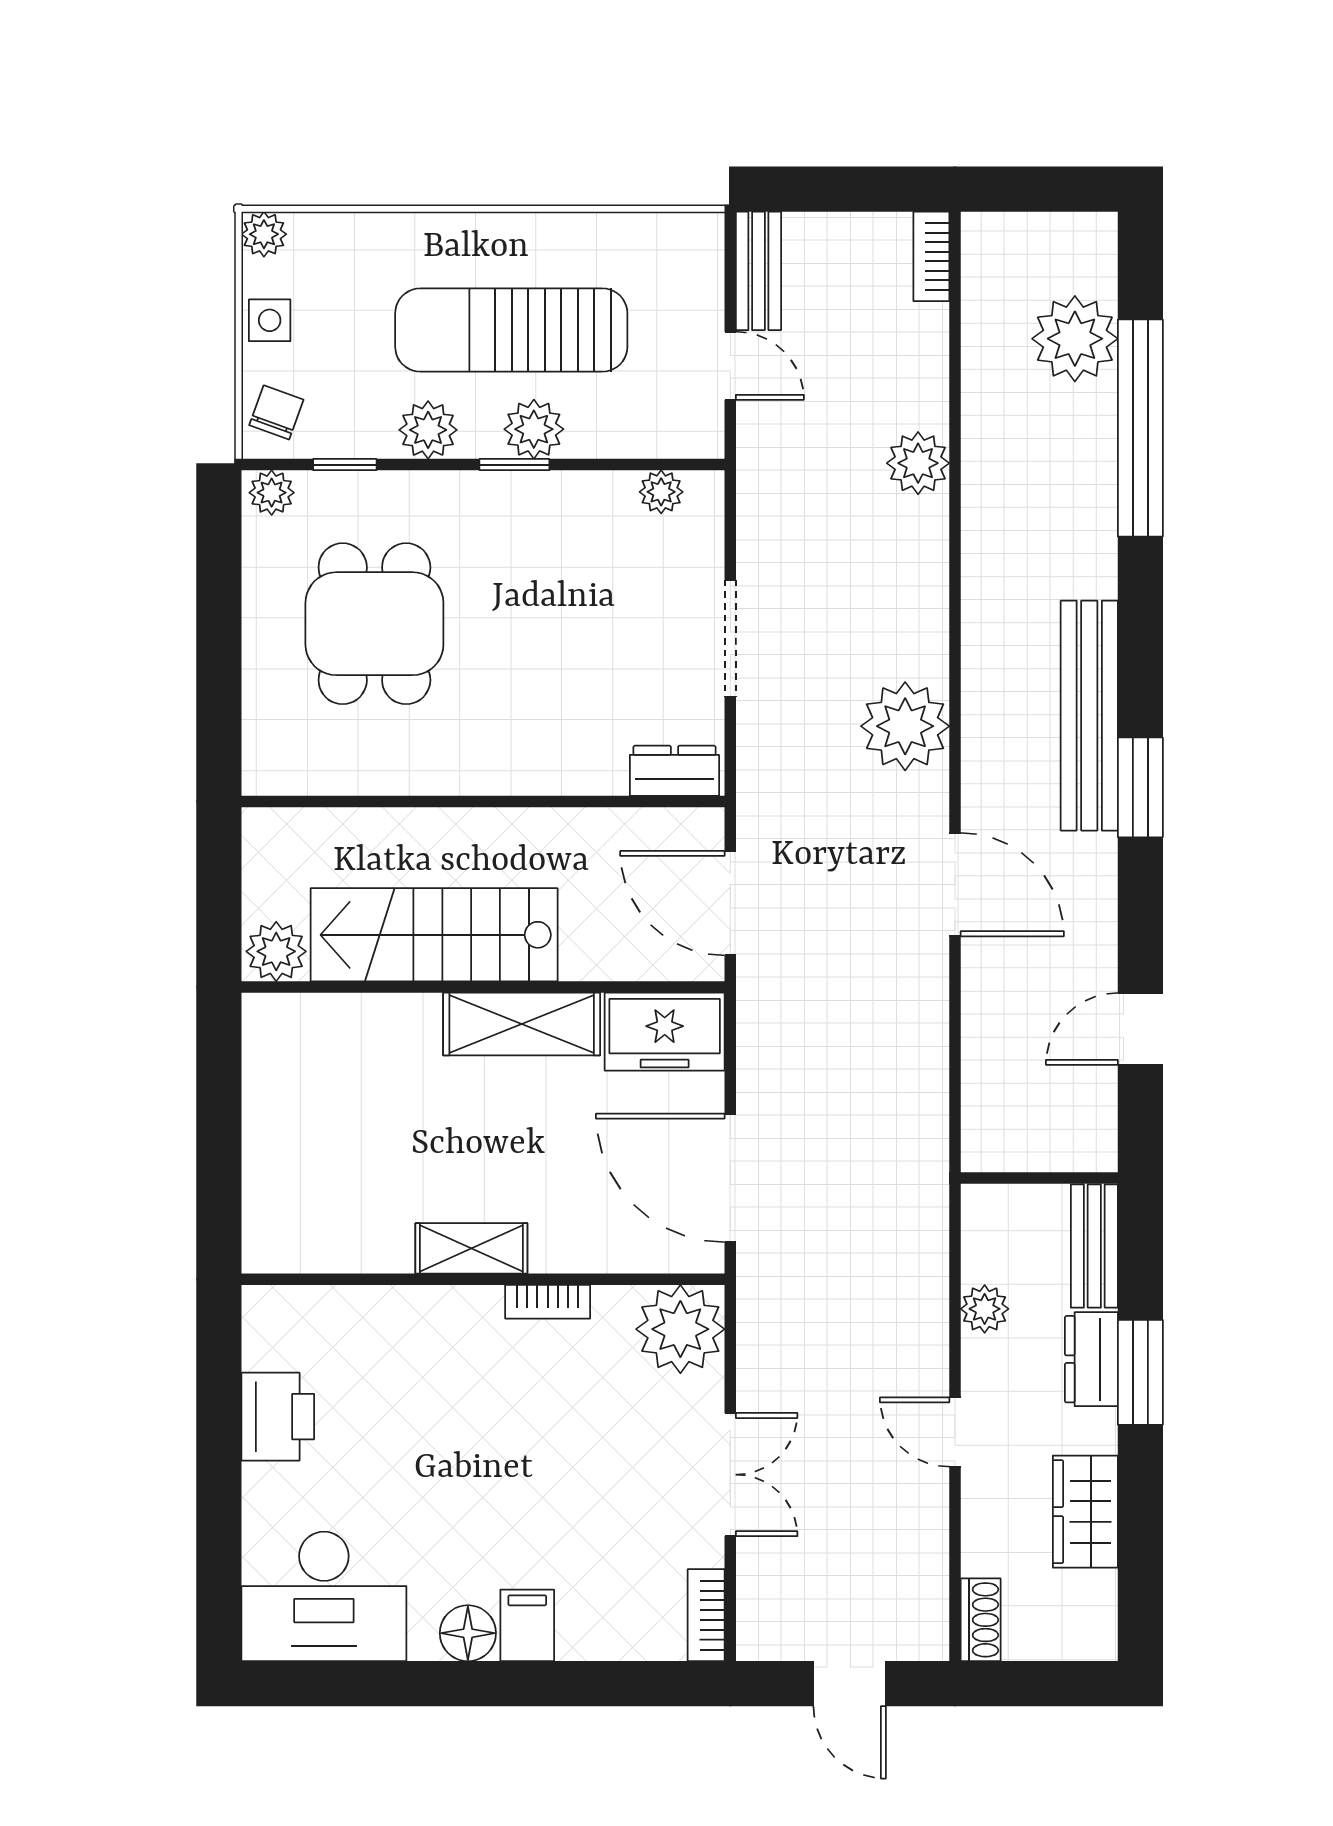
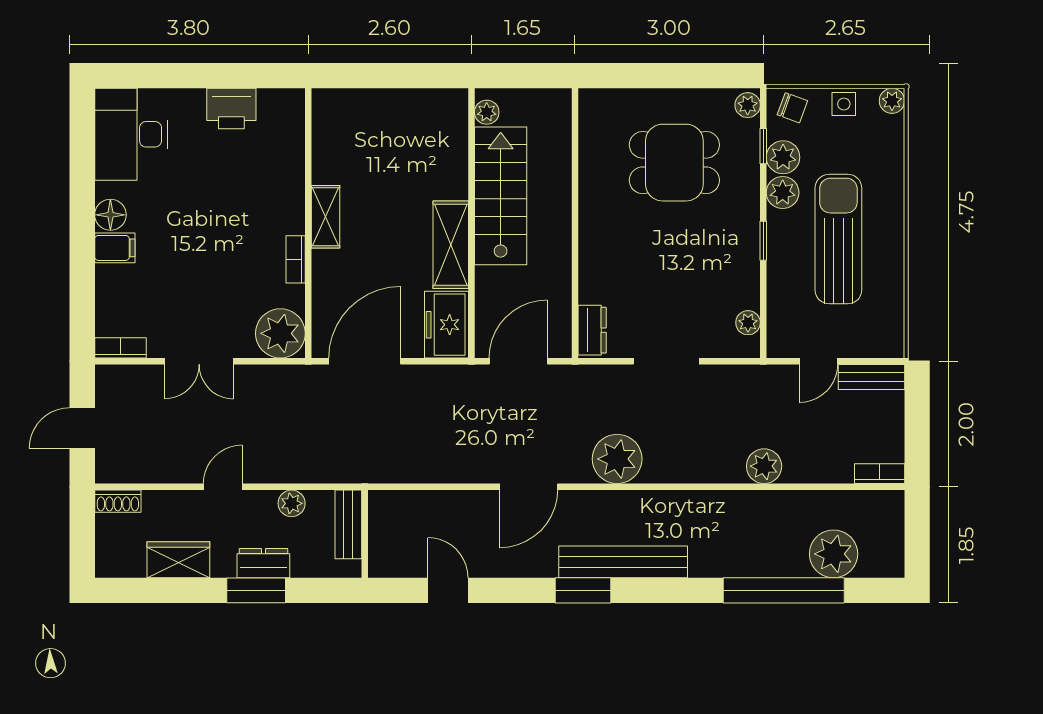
plant: (534, 429) -> (783, 157), moved
plant: (276, 951) -> (487, 112), width x0.73, depth x0.73
bench: (1094, 1246) -> (348, 524), moved, turned 90

